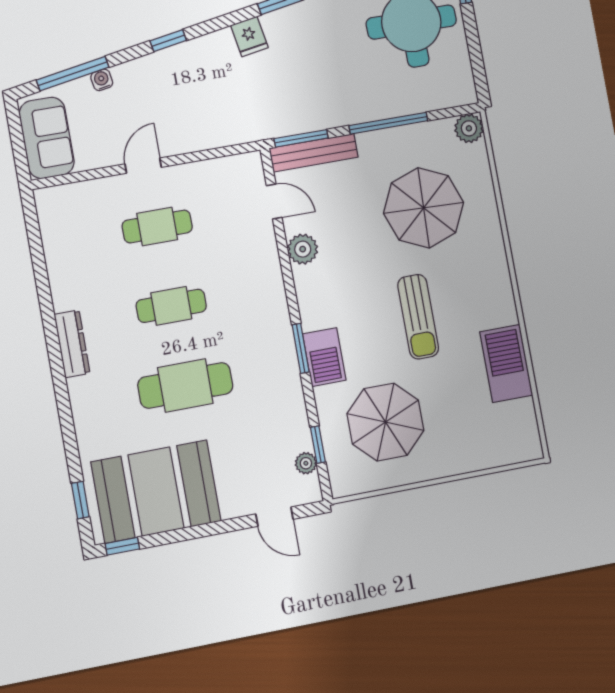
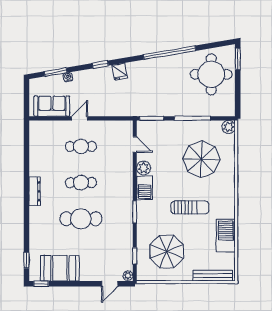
fridge: (249, 36) -> (120, 72), moved
window: (73, 74) -> (56, 72), width x0.69
sofa: (47, 138) -> (52, 106), moved, turned -90
bench: (314, 153) -> (213, 276), moved
sun lounger: (418, 317) -> (190, 207), turned -90
barbecue: (324, 357) -> (145, 188), moved
plant: (306, 463) -> (128, 276), moved
booth: (156, 492) -> (60, 268), width x0.73, depth x0.70
door: (274, 517) -> (110, 284), hinge flipped

